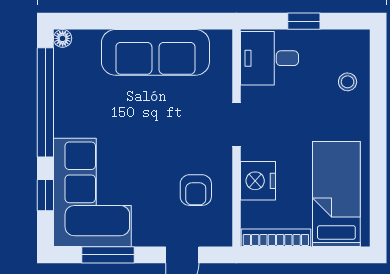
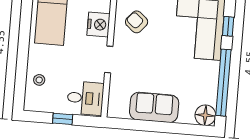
floor lamp: (63, 38) -> (205, 115), width x1.89, depth x1.89
sofa: (155, 52) -> (154, 107), width x0.73
armchair: (196, 190) -> (137, 22), turned -50

